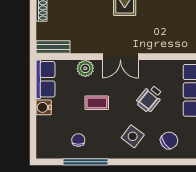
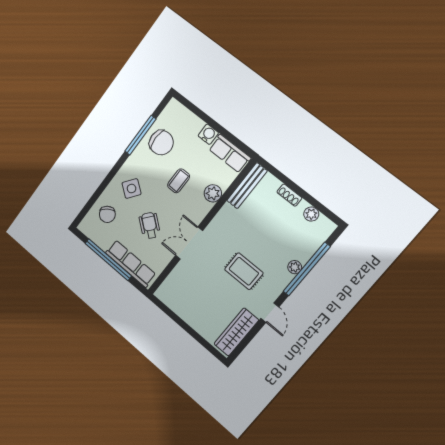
bench: (53, 47) -> (247, 186), width x1.36
double door: (120, 57) -> (189, 243), moved
chair: (78, 140) -> (161, 143), width x1.87, depth x1.87

